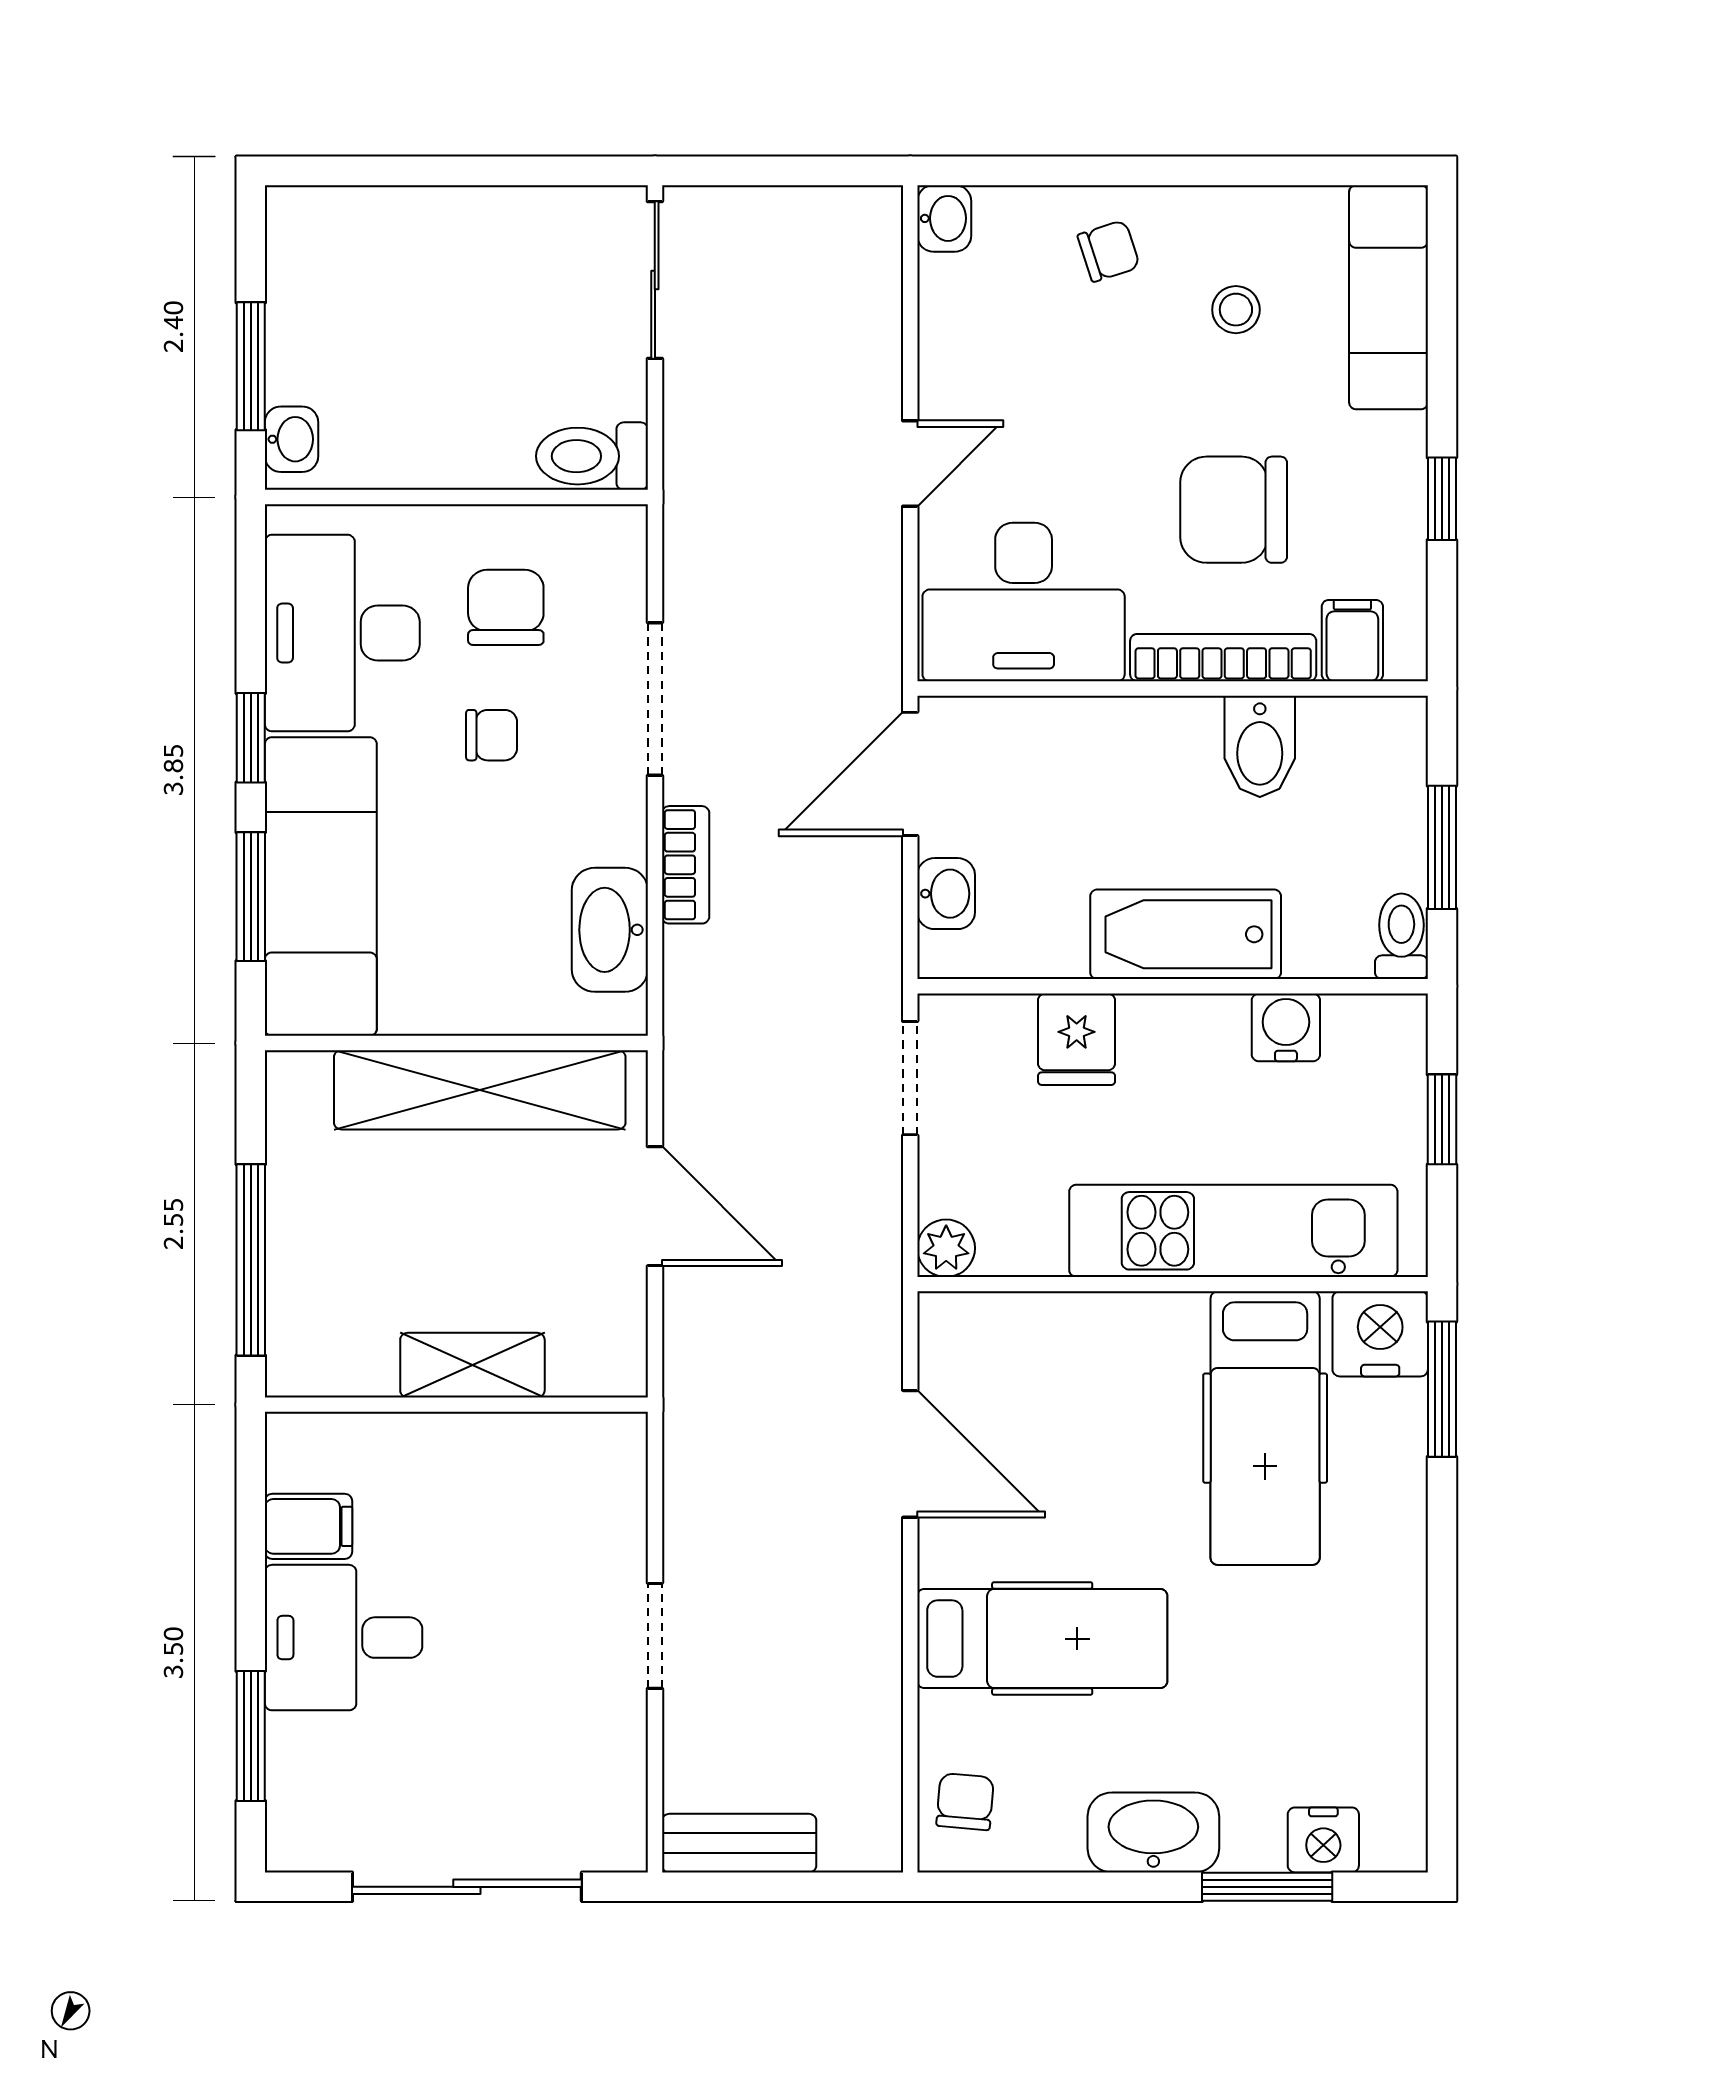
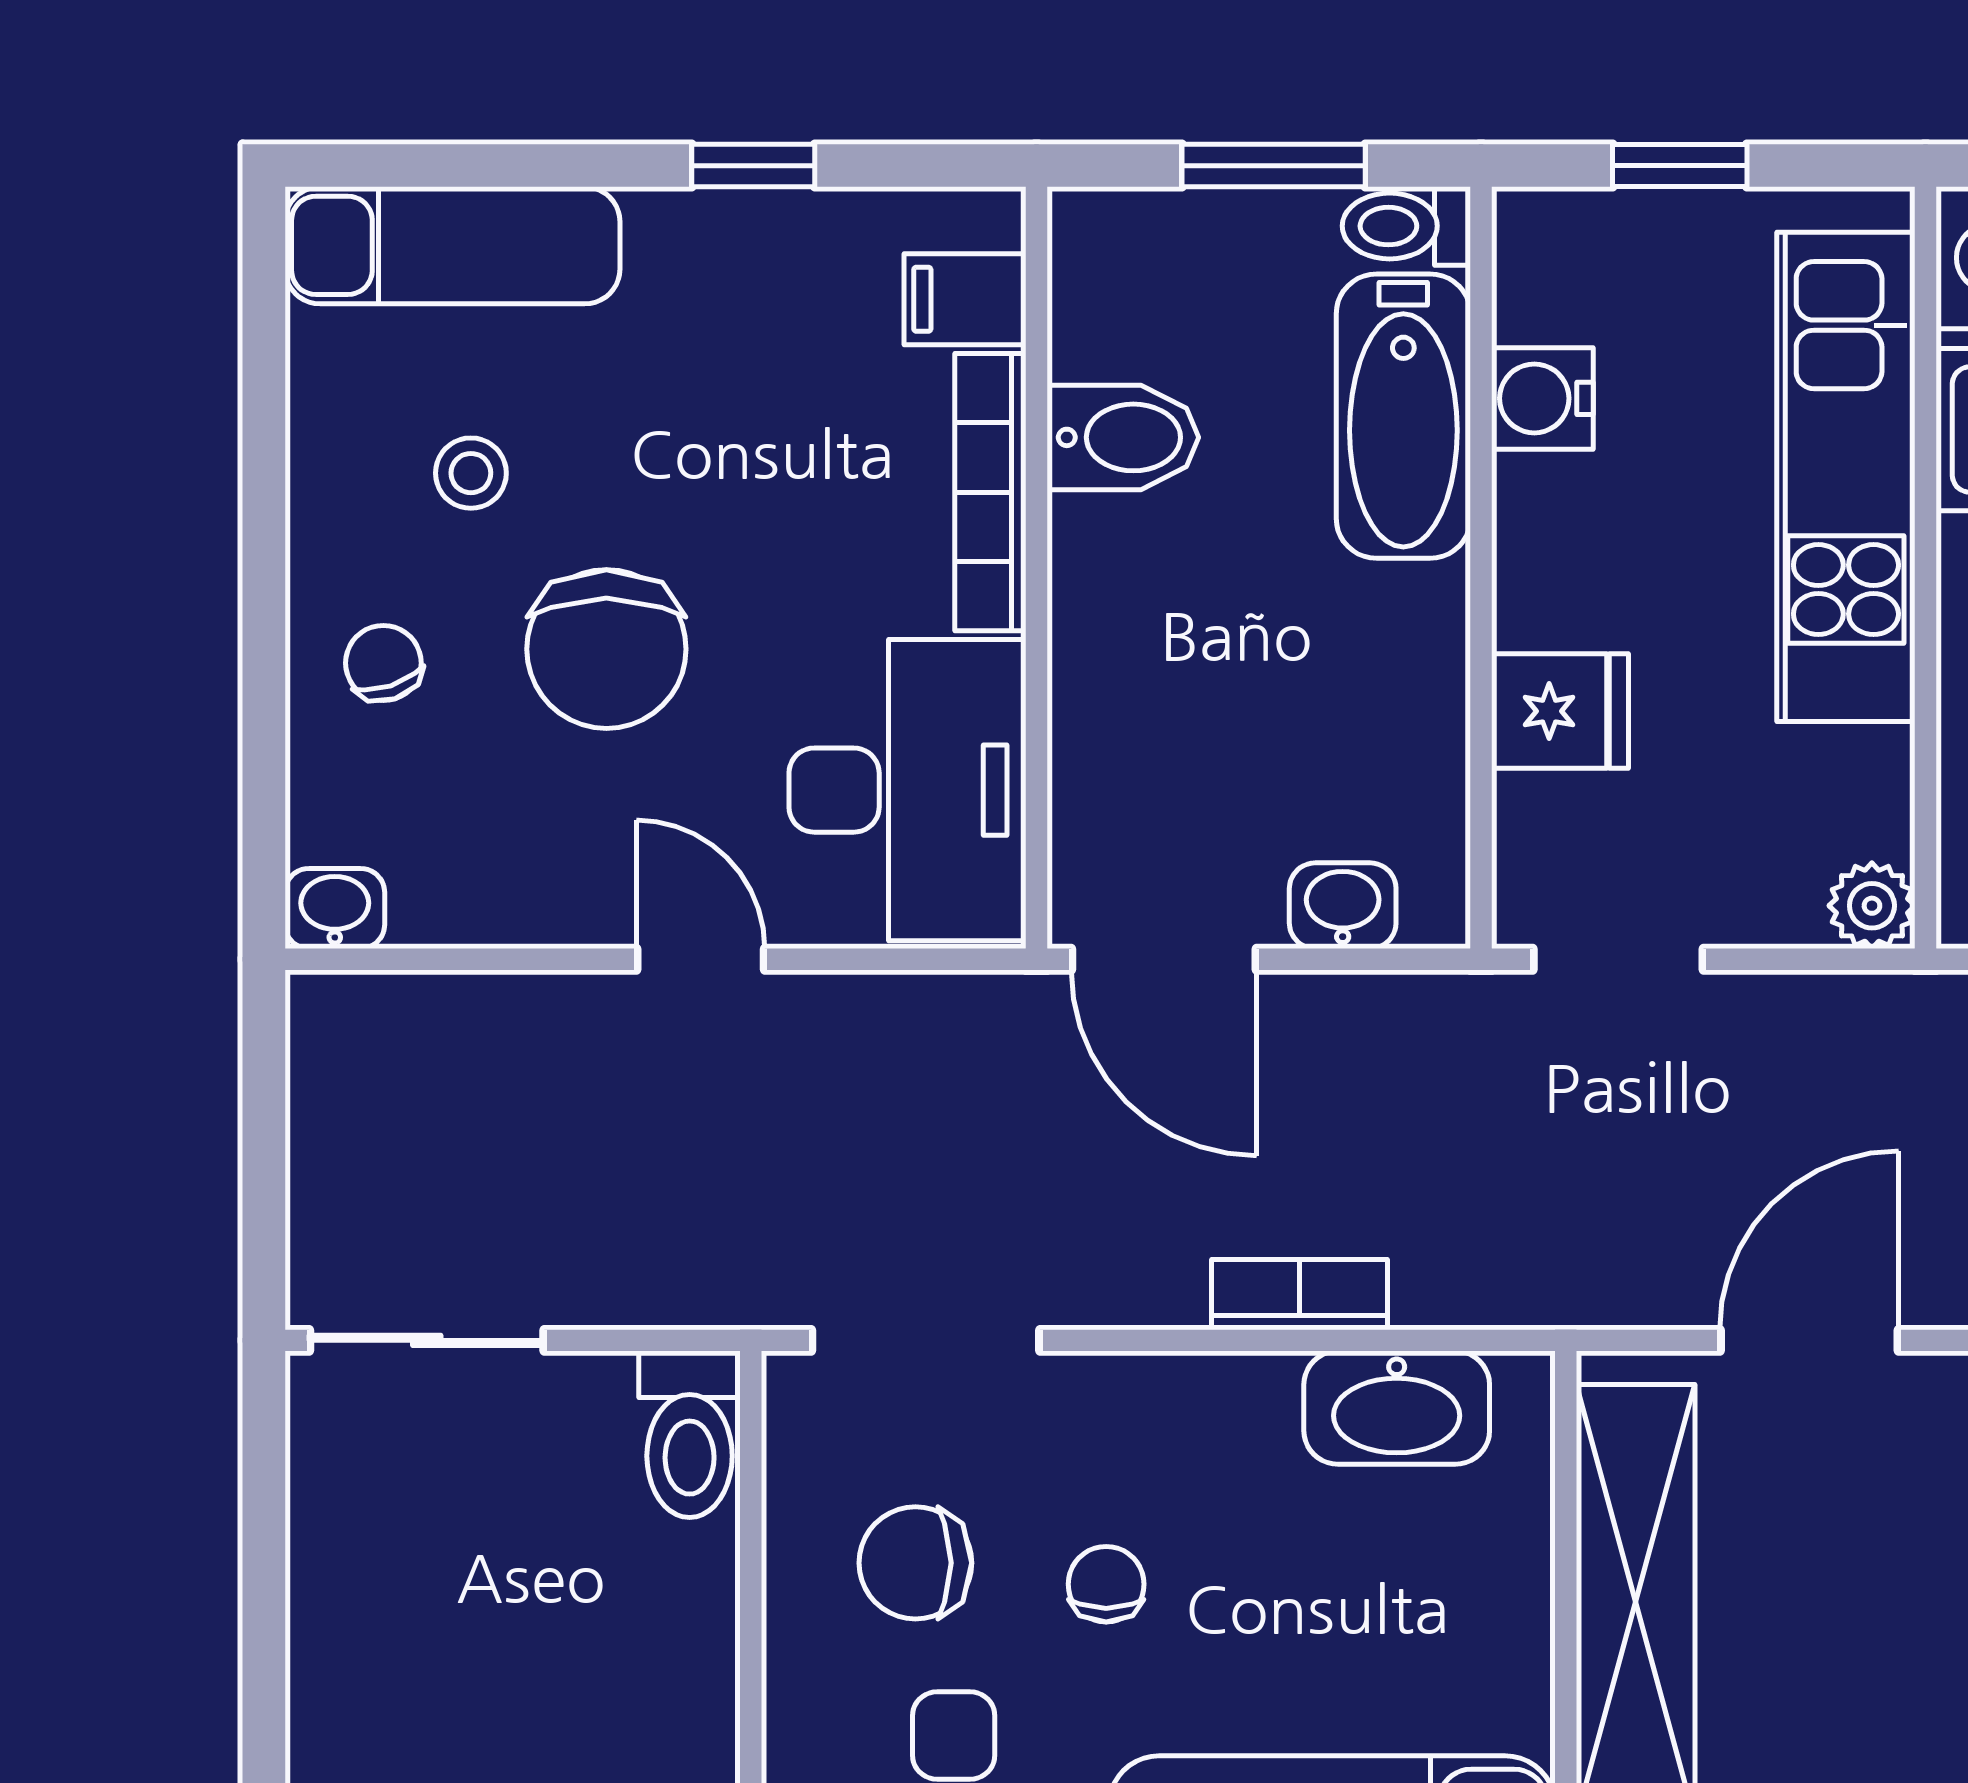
chair: (1234, 510) -> (606, 649), moved
doorway: (655, 699) -> (926, 1340), moved
bathtub: (1186, 934) -> (1403, 416), moved

